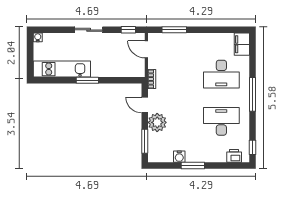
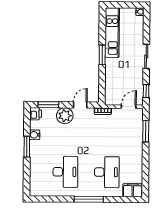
desk: (221, 74) -> (107, 172), turned 180
window: (252, 147) -> (42, 199), removed
printer: (234, 156) -> (36, 114), moved

